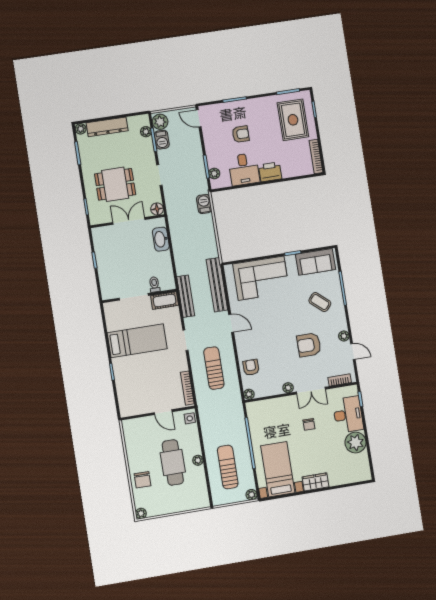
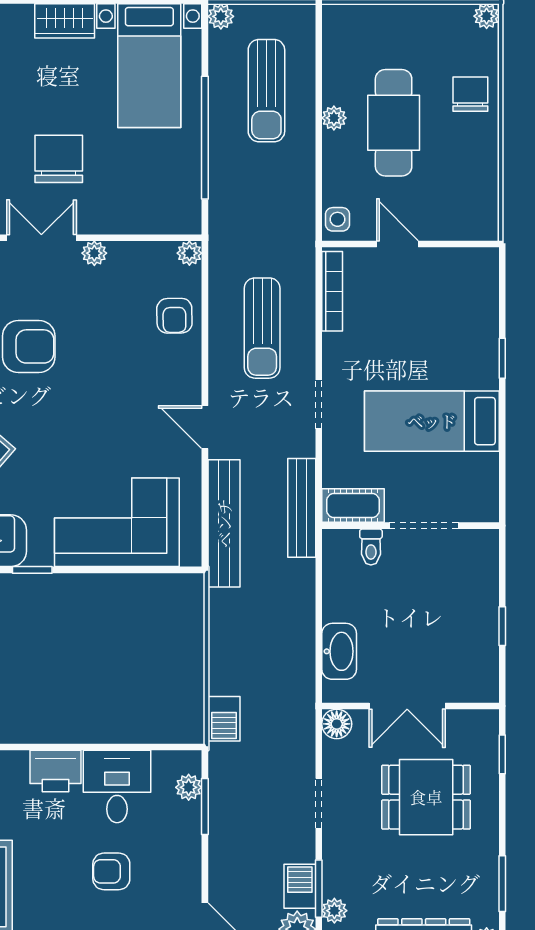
chair: (309, 424) -> (59, 159), width x1.87, depth x1.87

